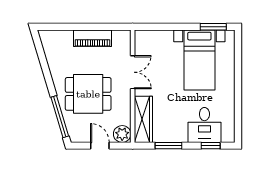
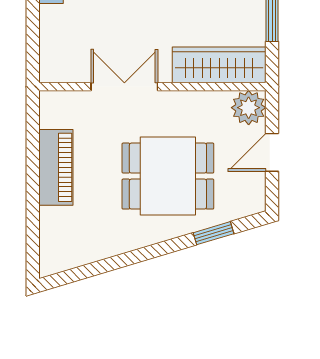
dining table: (88, 94) -> (168, 176), turned 90
window: (60, 117) -> (213, 233), width x0.46

